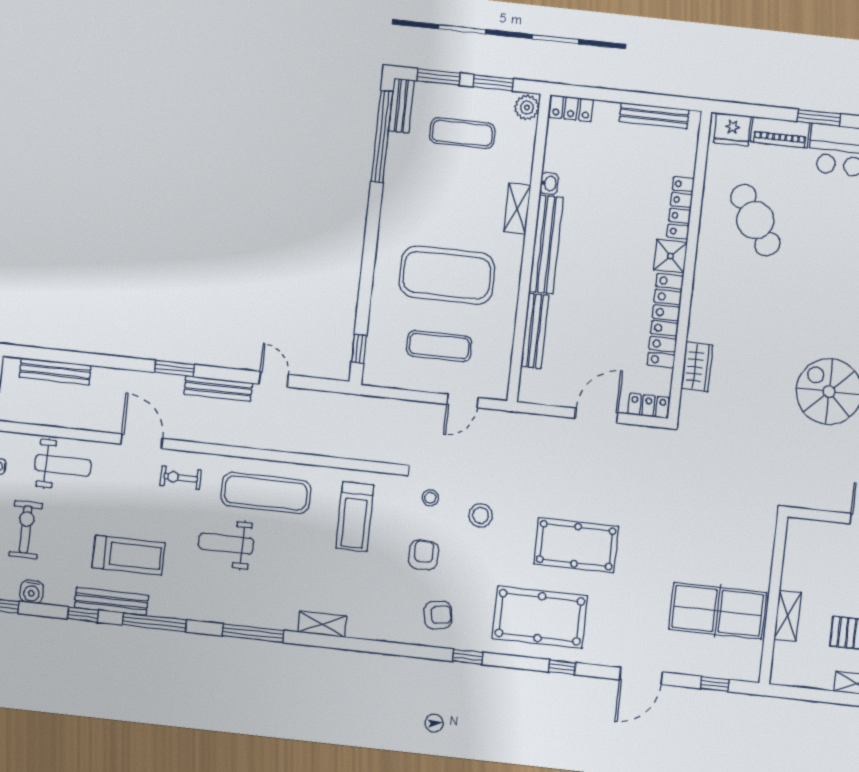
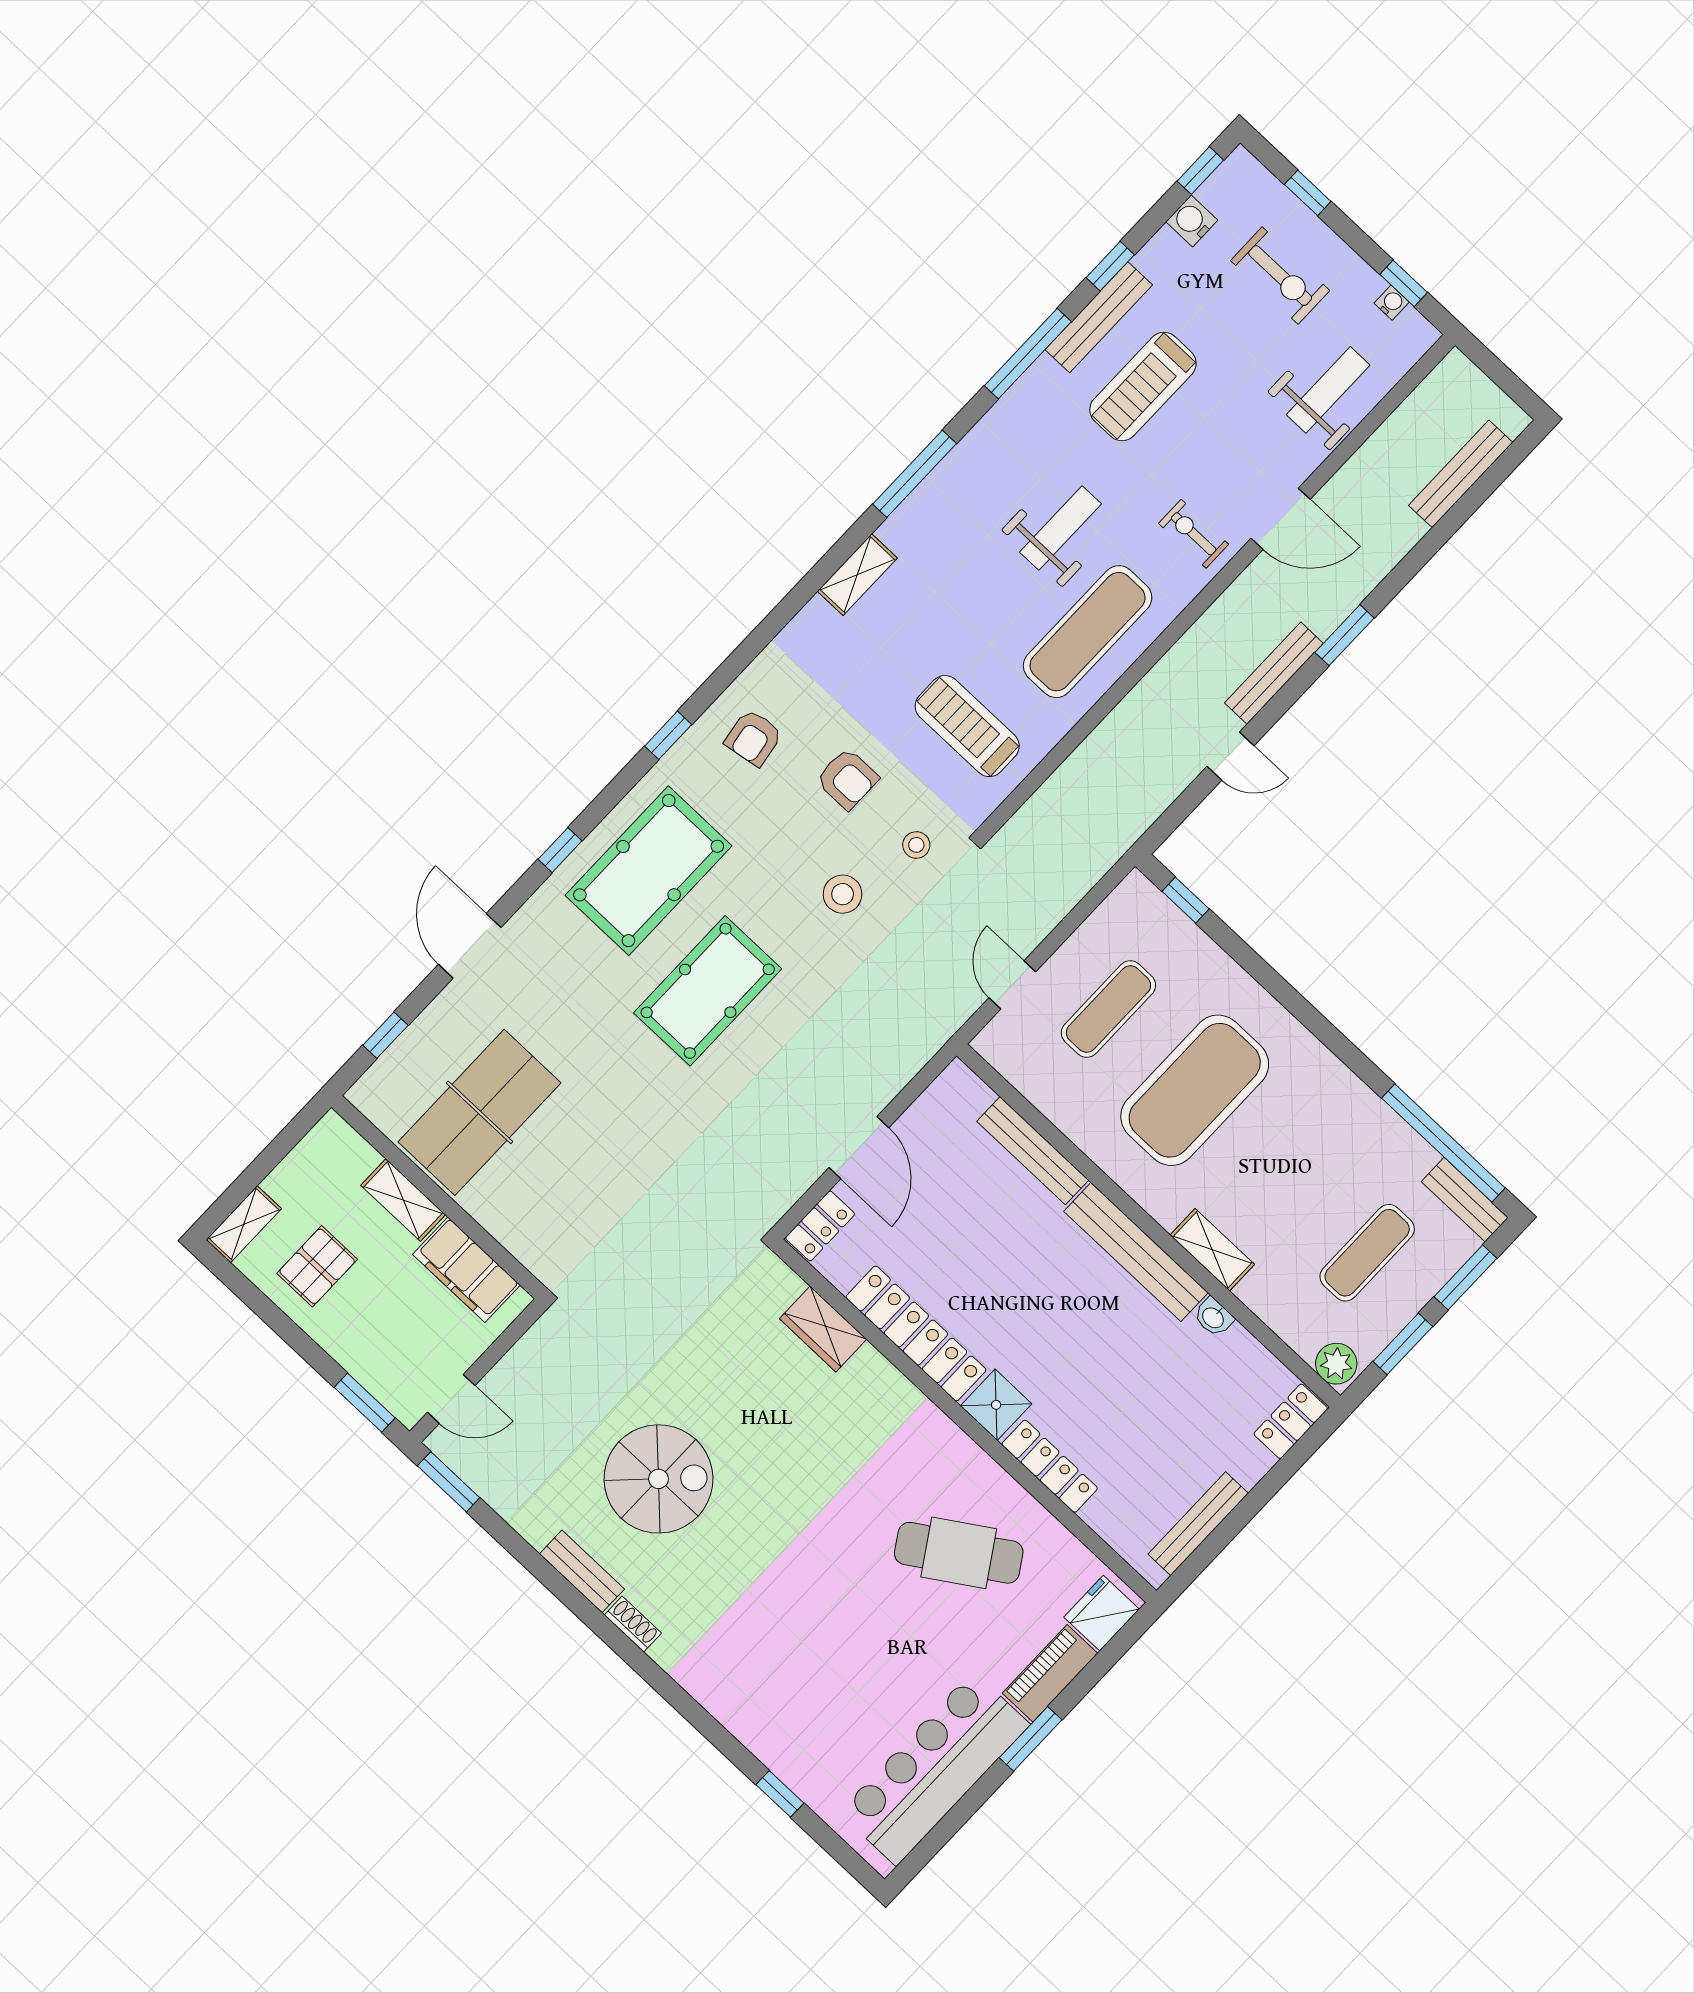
weight bench: (63, 465) -> (1328, 390), turned 180
exercise bike: (181, 478) -> (1194, 534), turned -90
filing cabinet: (798, 560) -> (466, 1270), added

